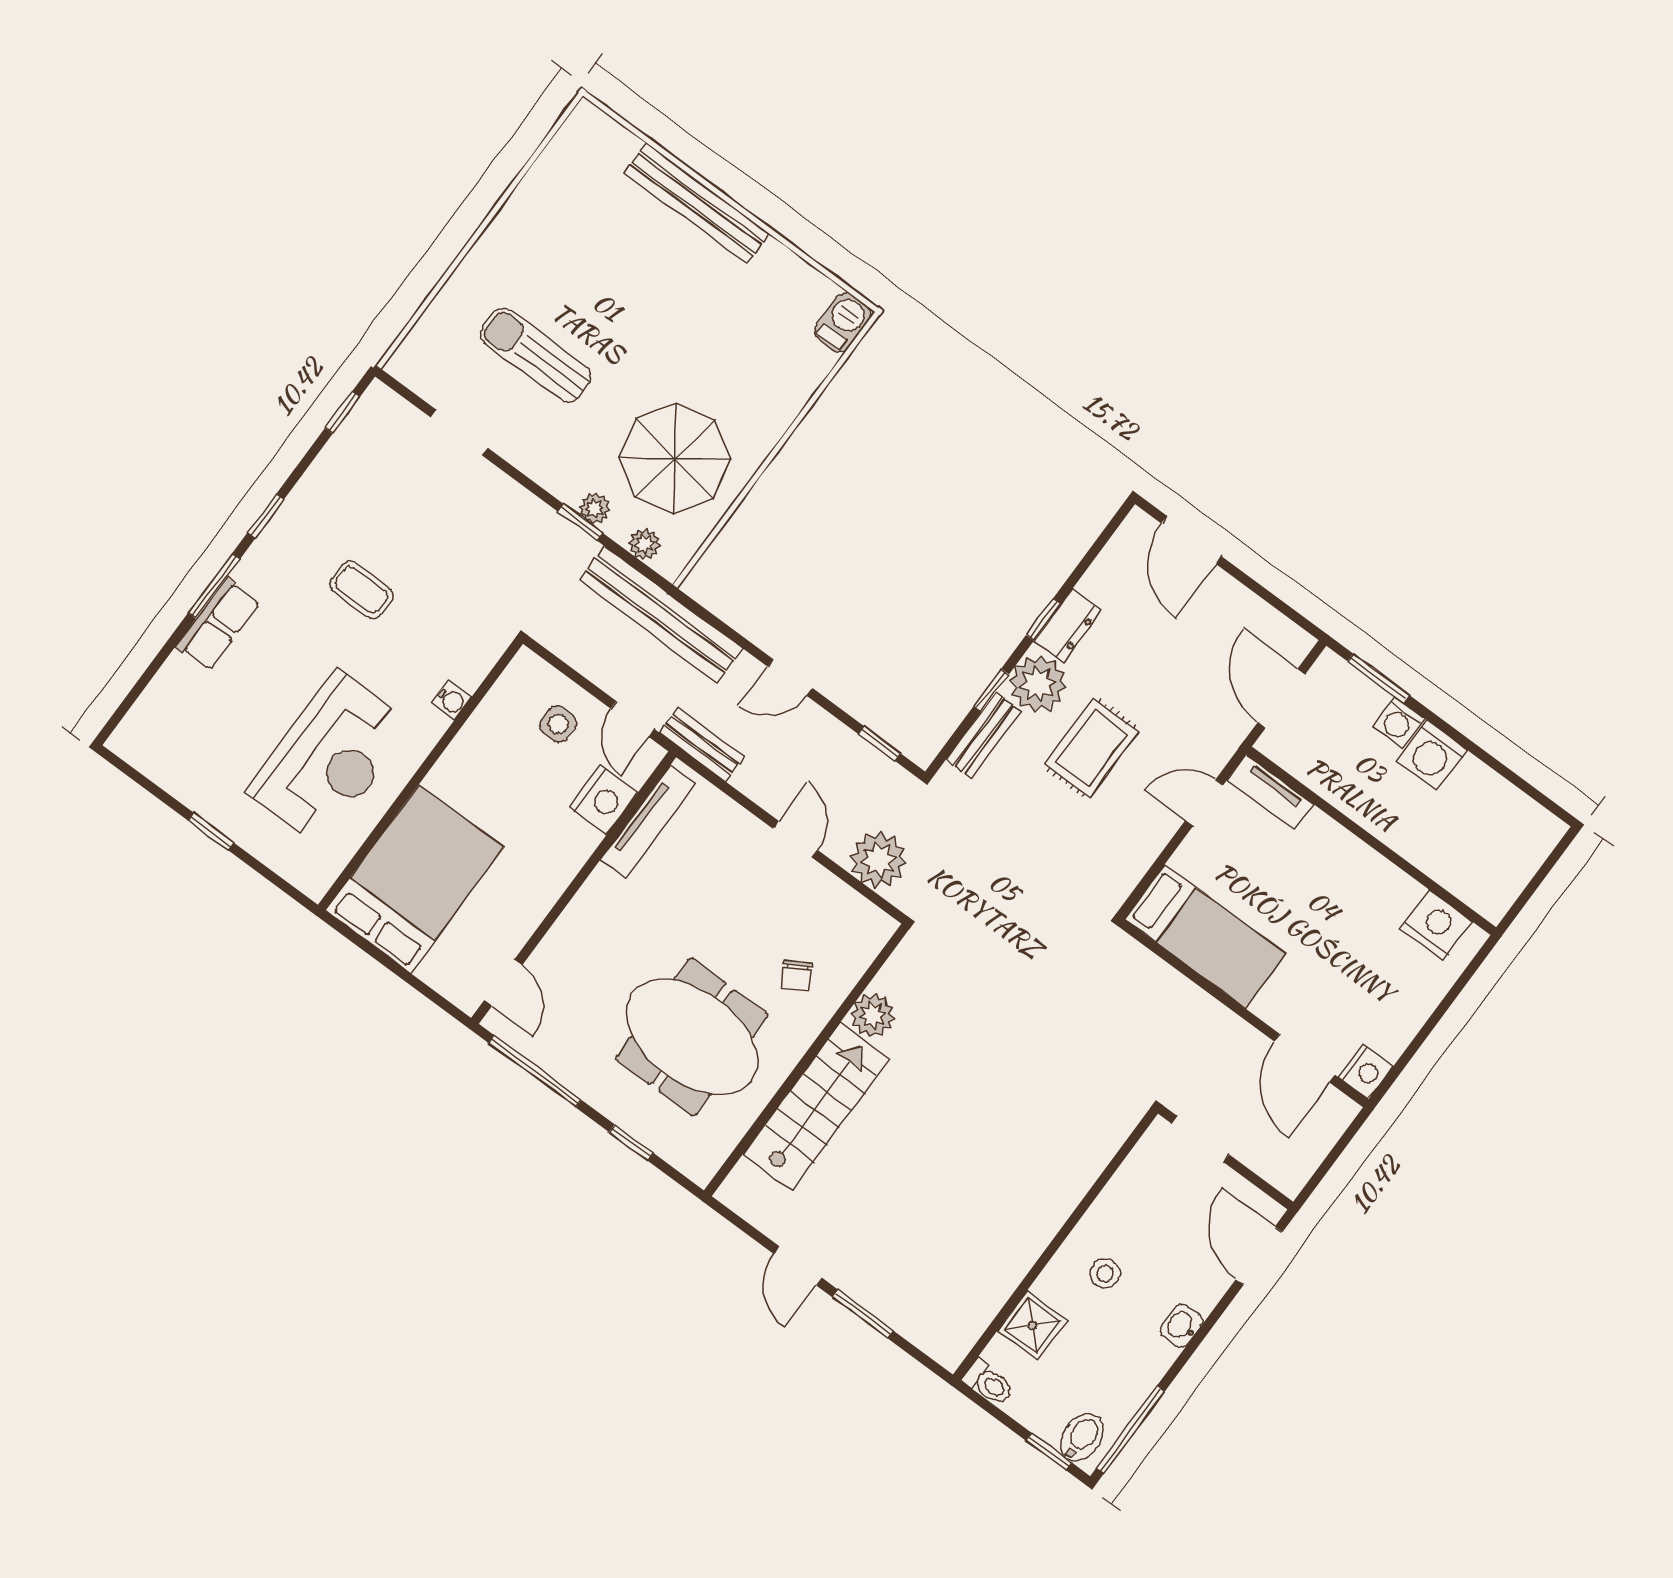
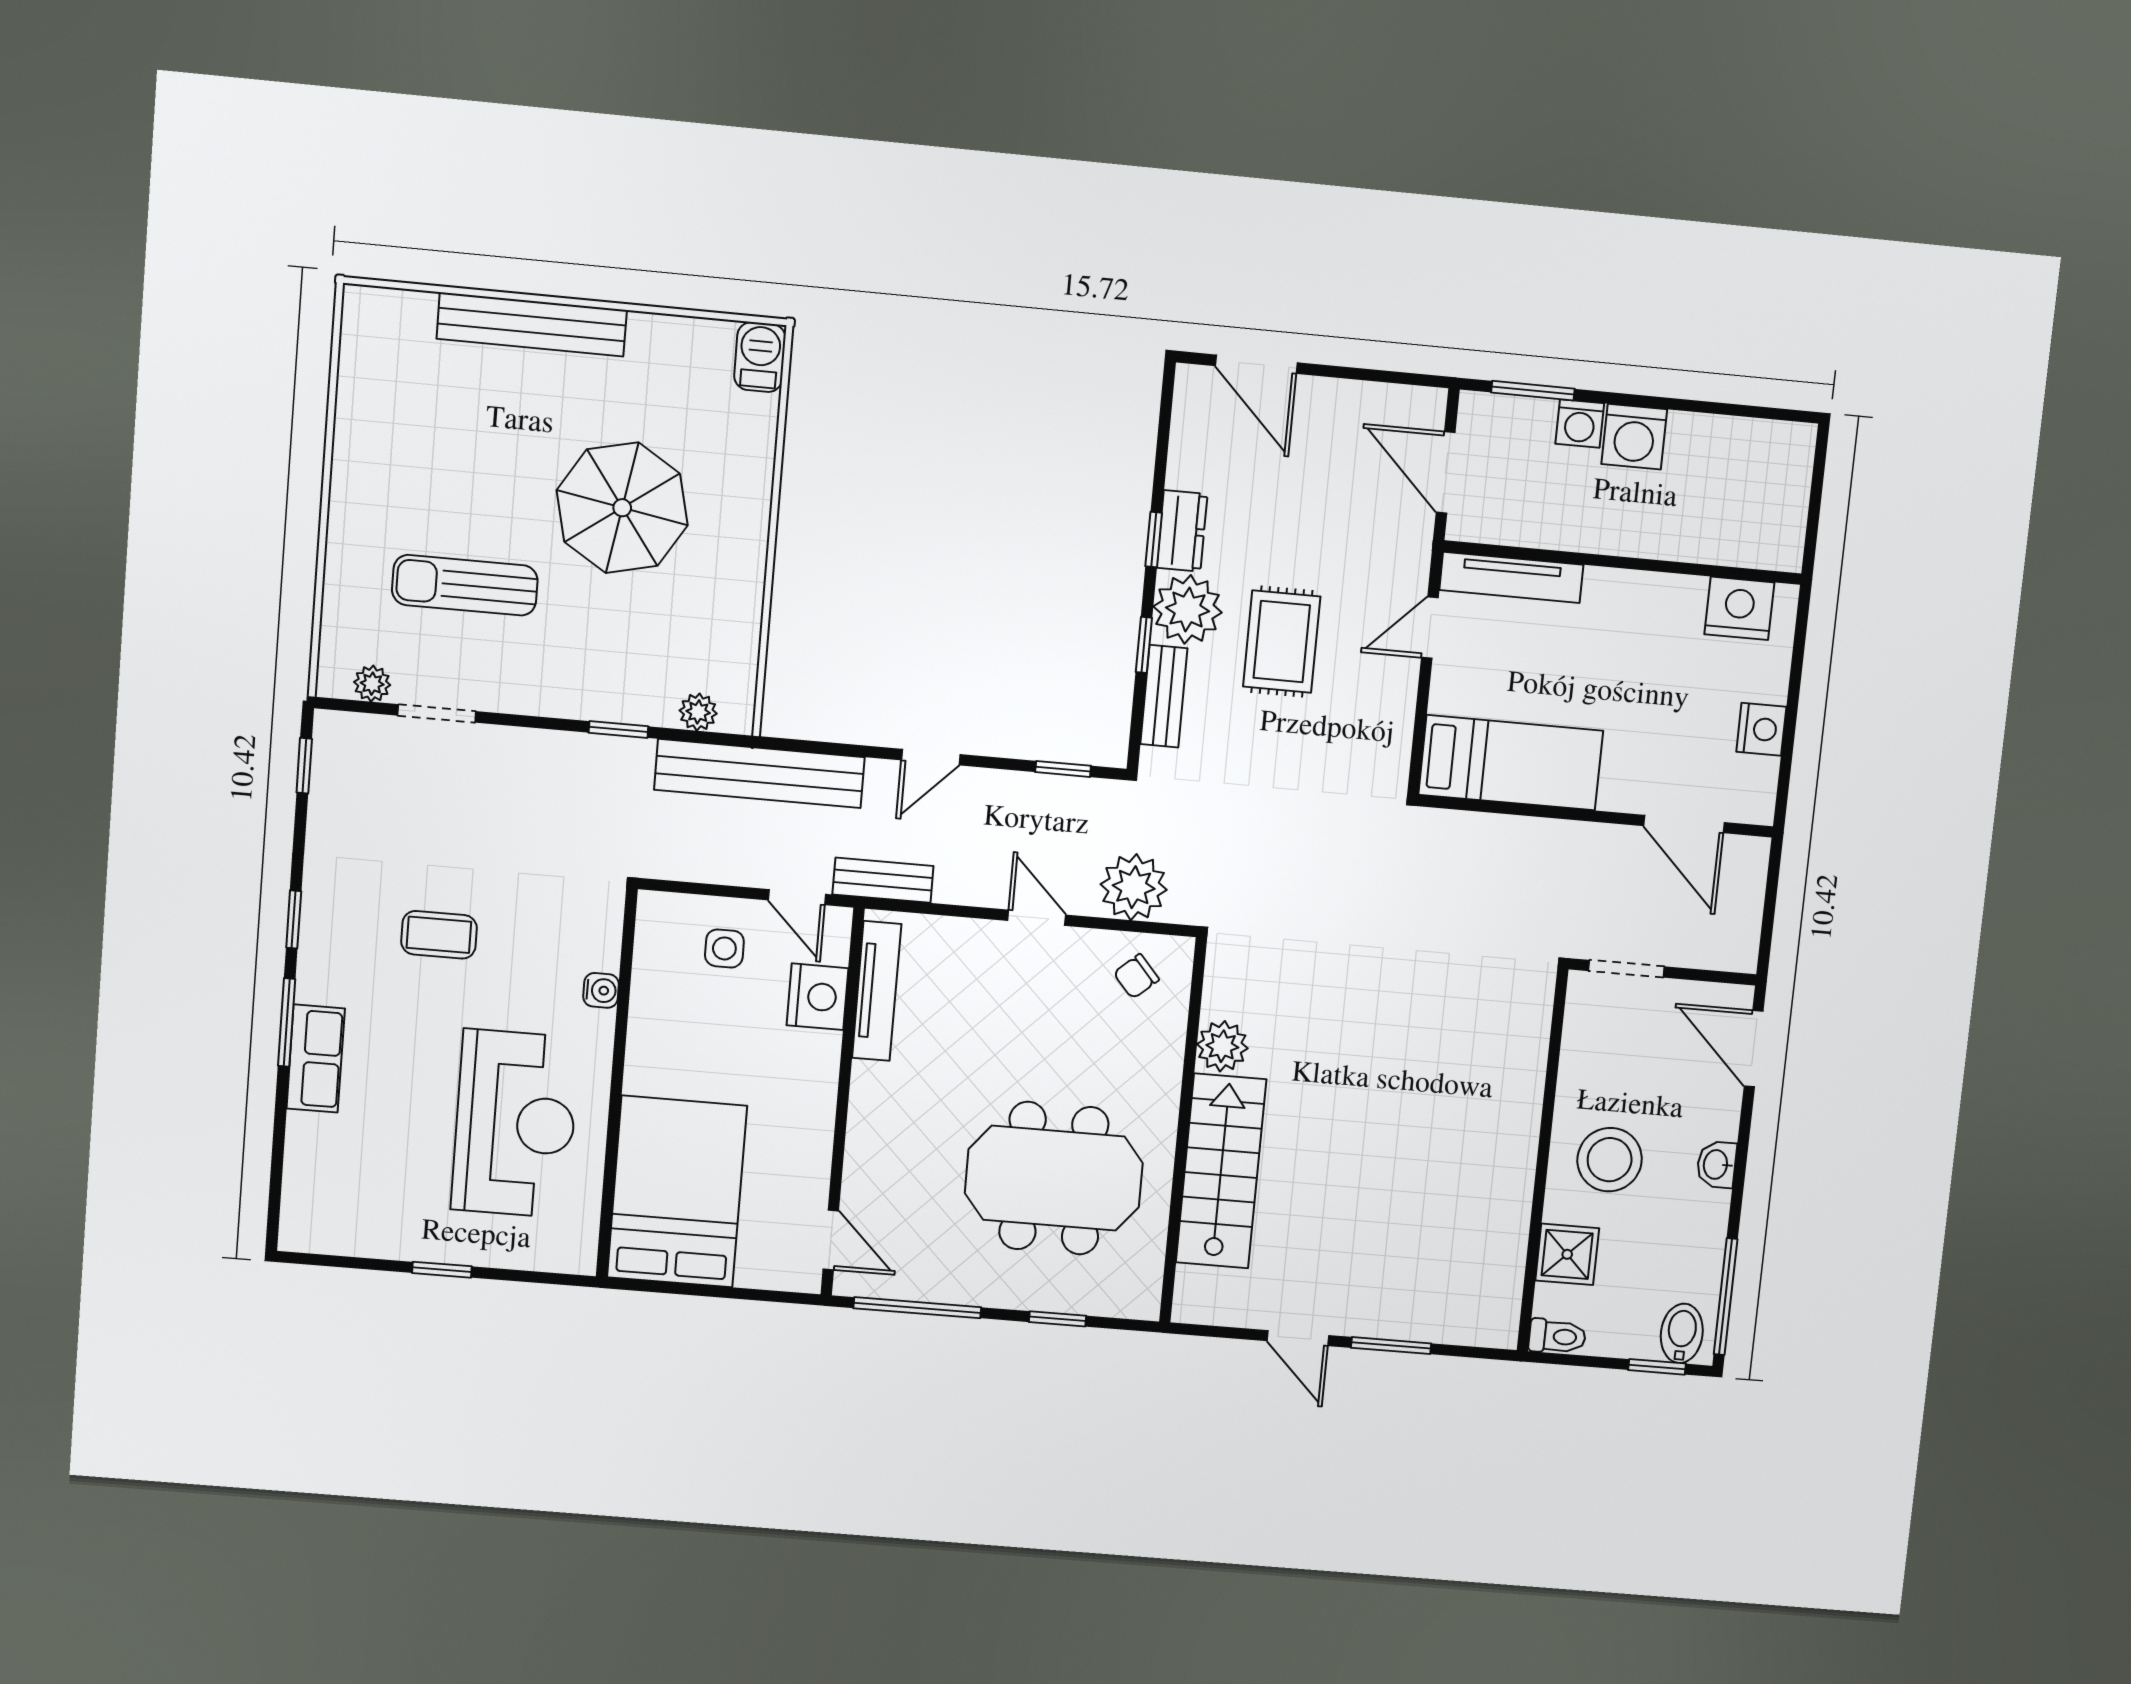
parasol: (675, 458) -> (622, 508), moved
plant: (595, 508) -> (372, 684), moved
tv unit: (1270, 792) -> (1511, 577), width x1.41
chair: (796, 976) -> (1136, 976), moved, turned 79
nightstand: (1366, 1071) -> (1761, 729), moved
stool: (1105, 1274) -> (1610, 1160), width x1.89, depth x1.89

